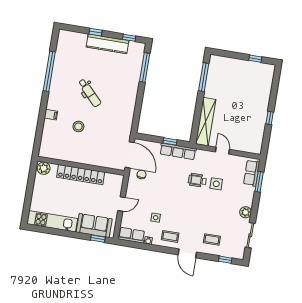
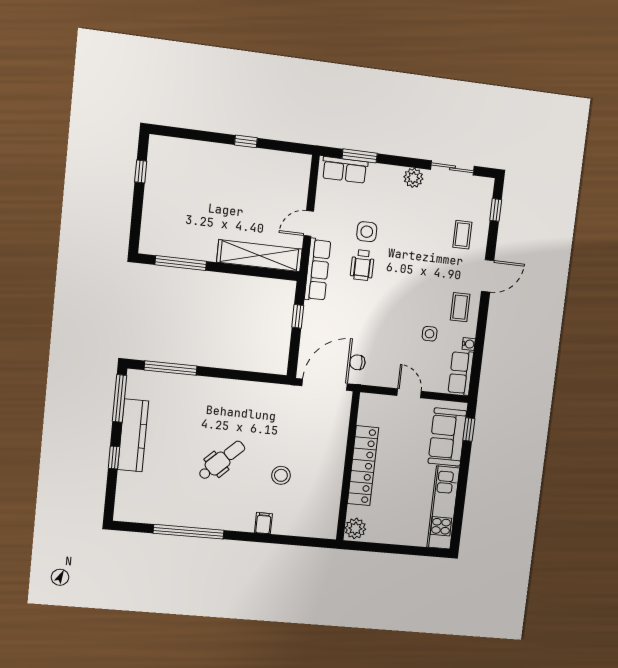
window: (129, 38) -> (119, 398), width x2.17
row of seats: (178, 151) -> (318, 270), moved

